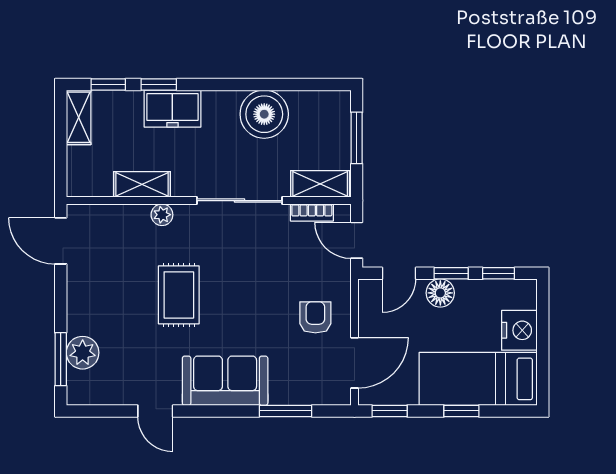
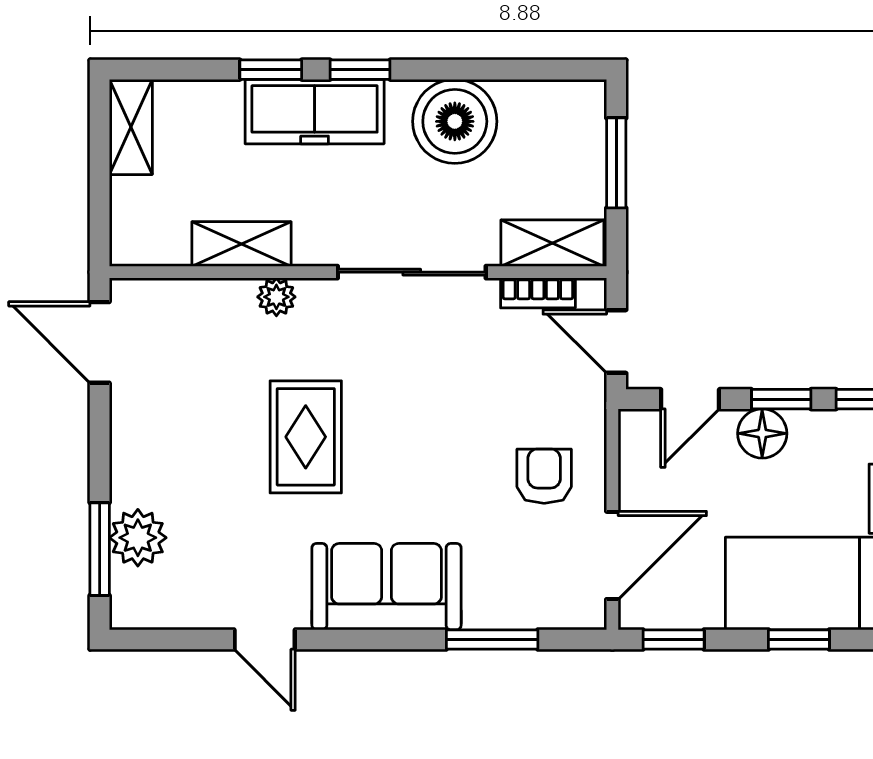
window: (108, 84) -> (360, 70), moved
freezer: (172, 109) -> (315, 112), width x1.40

